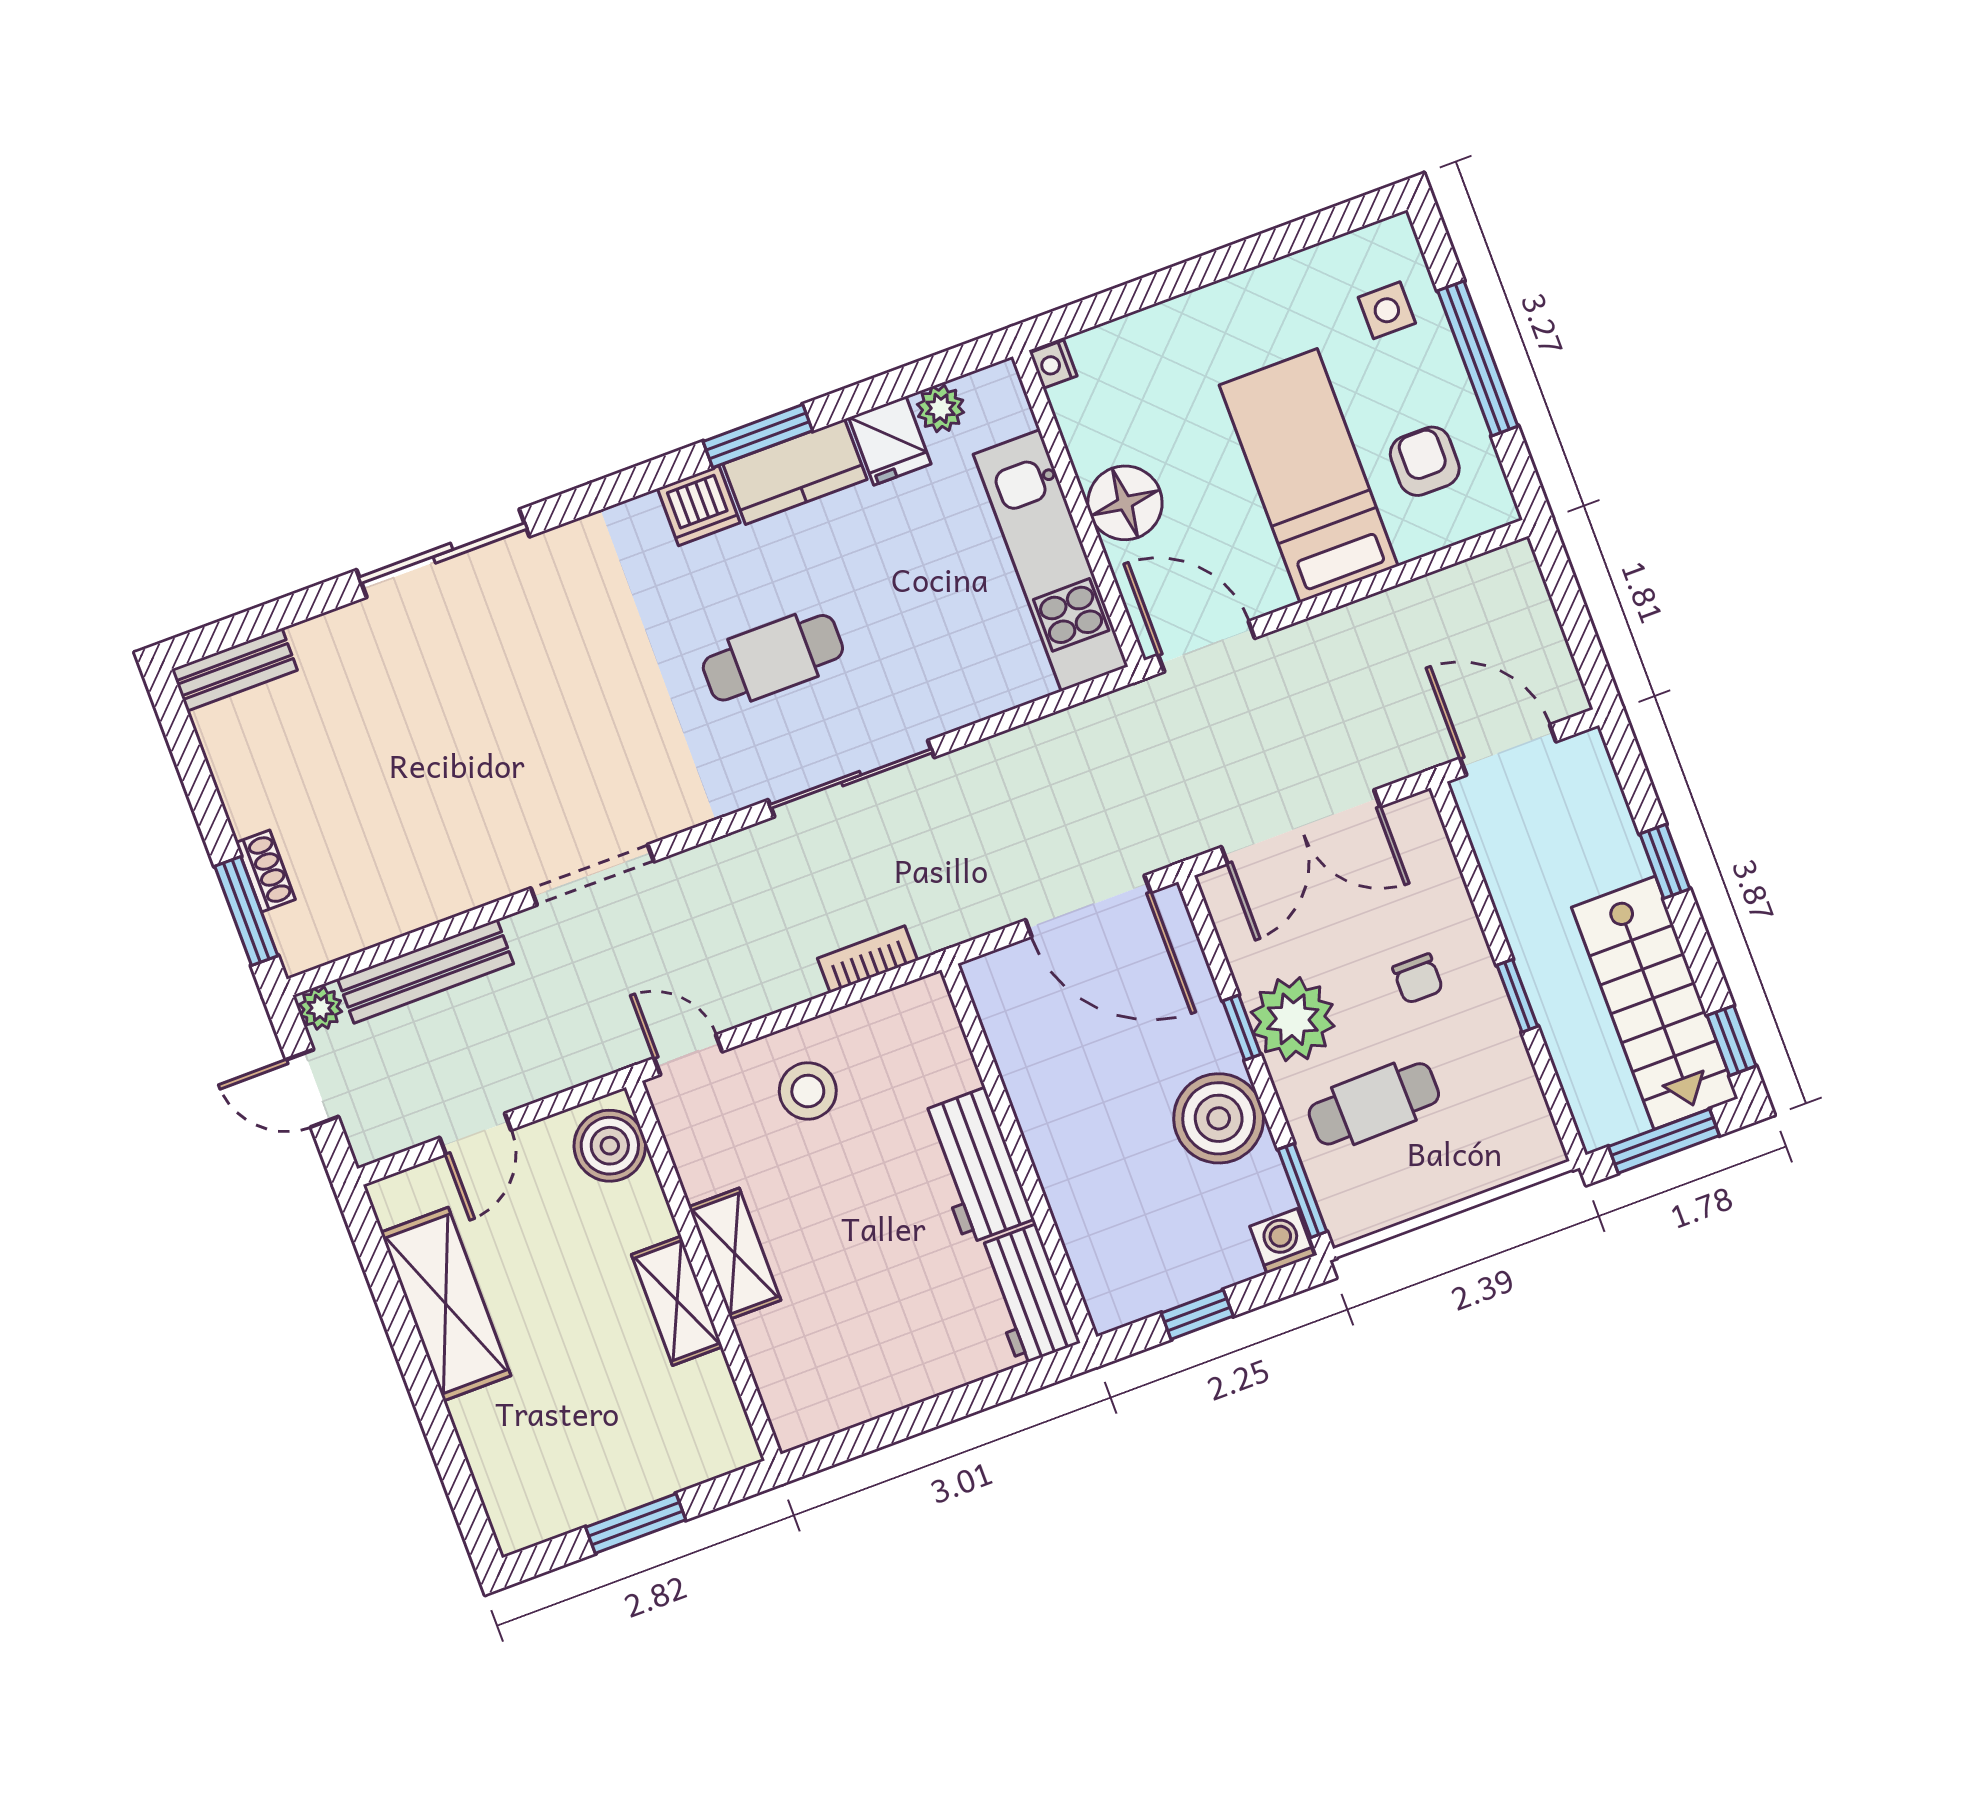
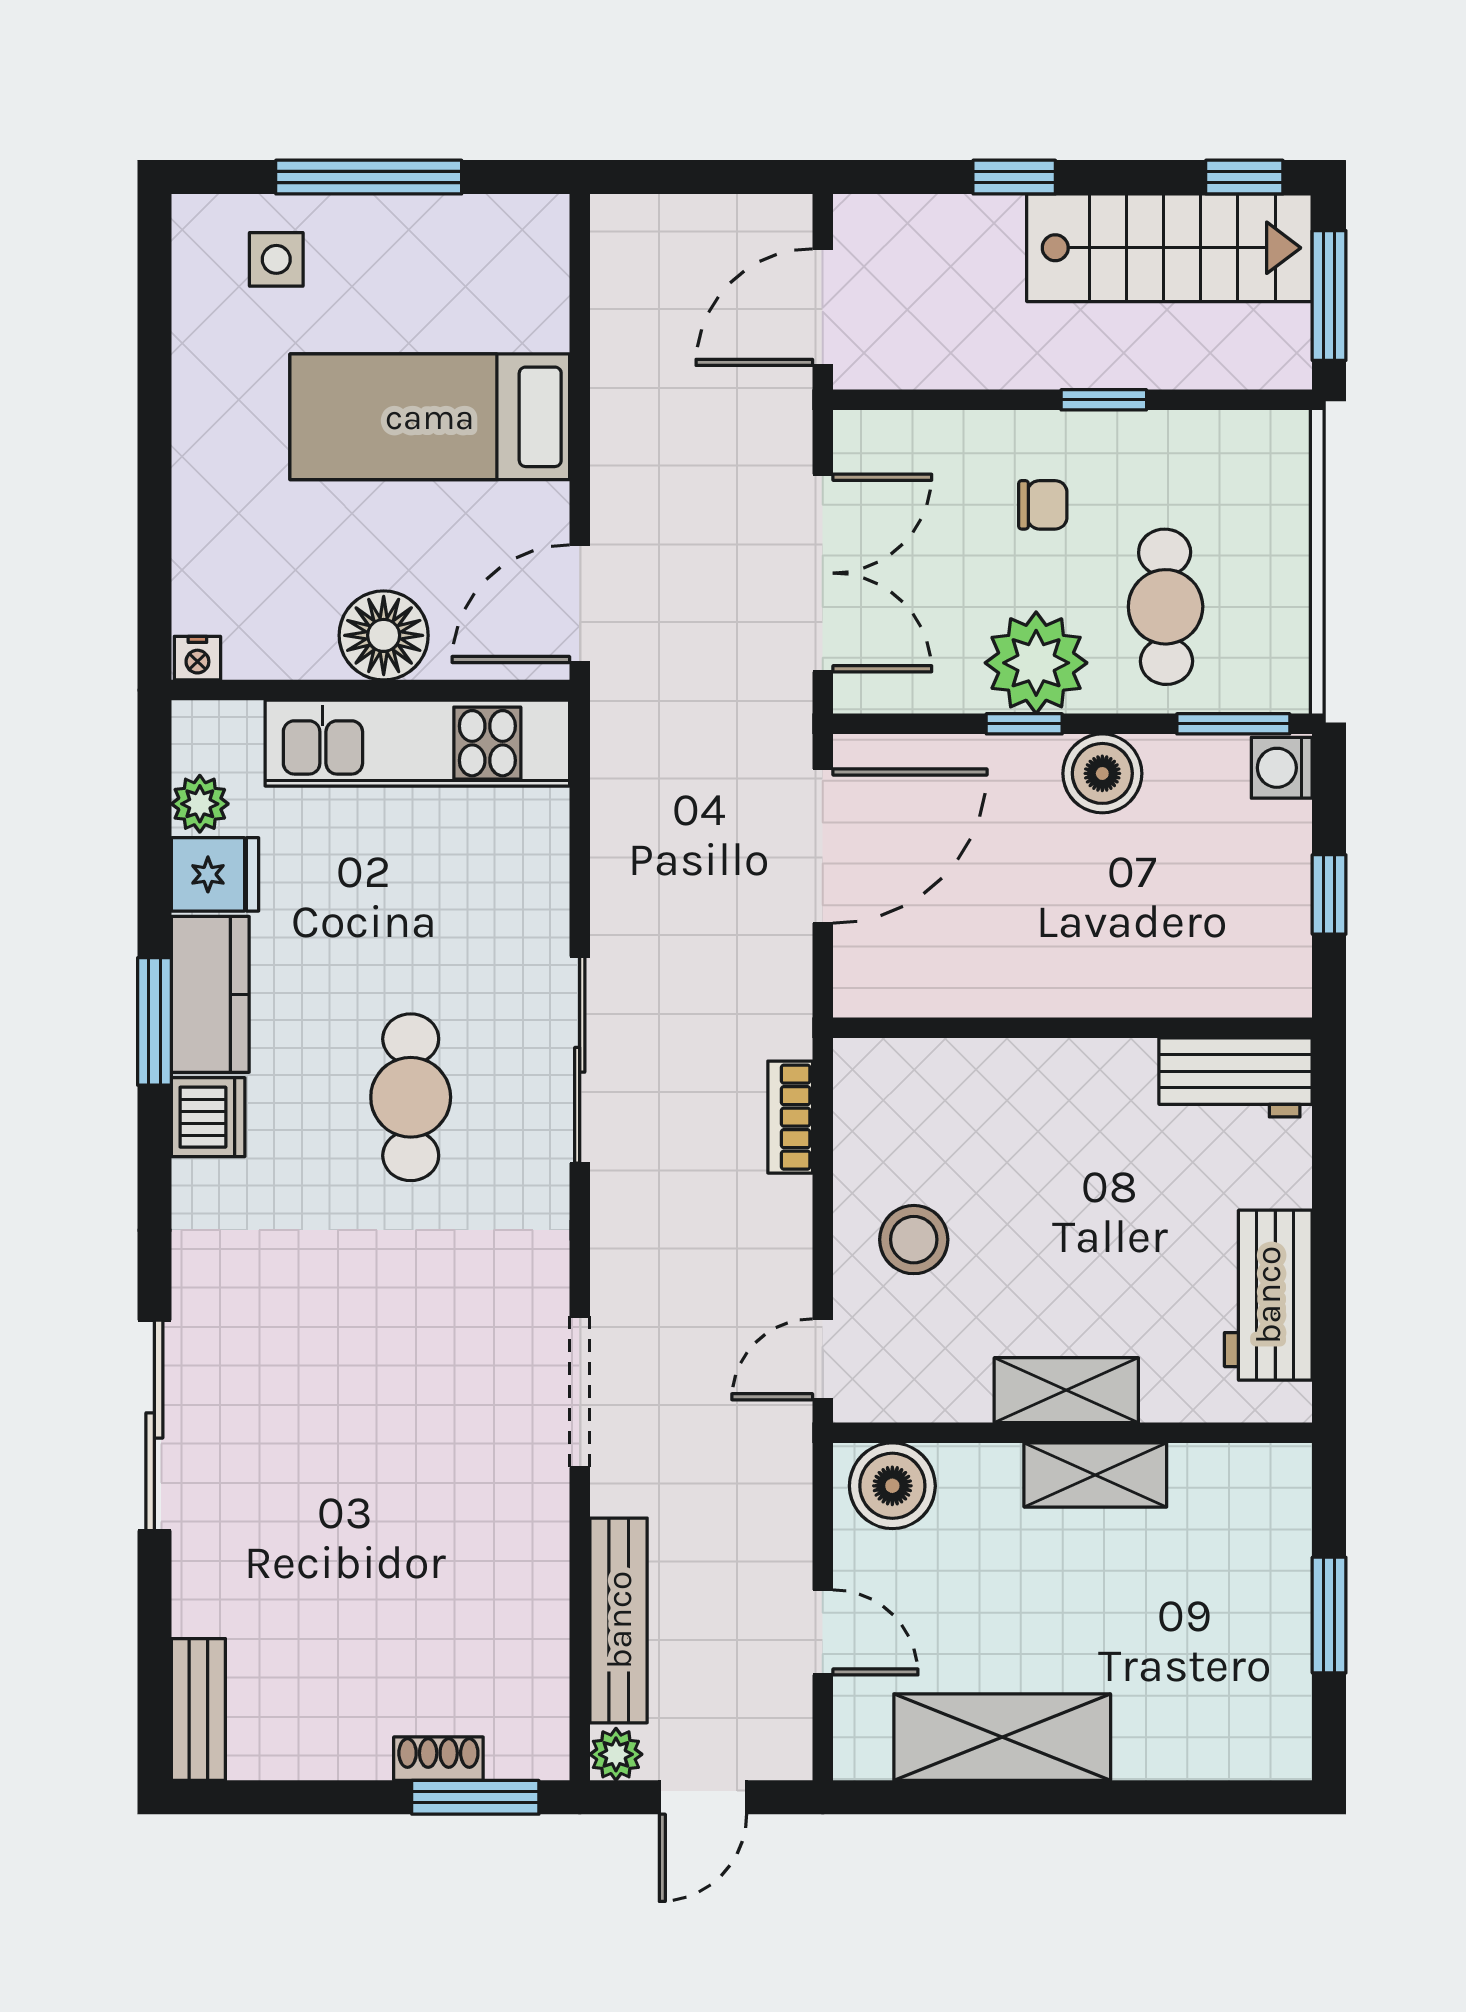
armchair: (1425, 461) -> (462, 280), removed
boiler: (1219, 1118) -> (1102, 773), width x0.73, depth x0.73
workbench: (976, 1166) -> (1268, 1295), moved, turned 90

